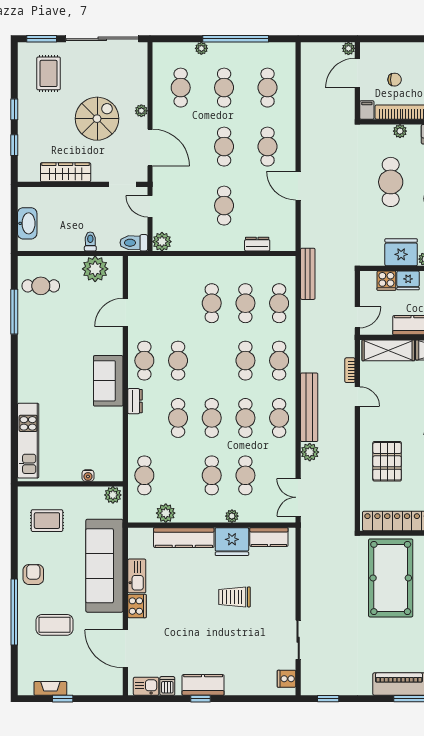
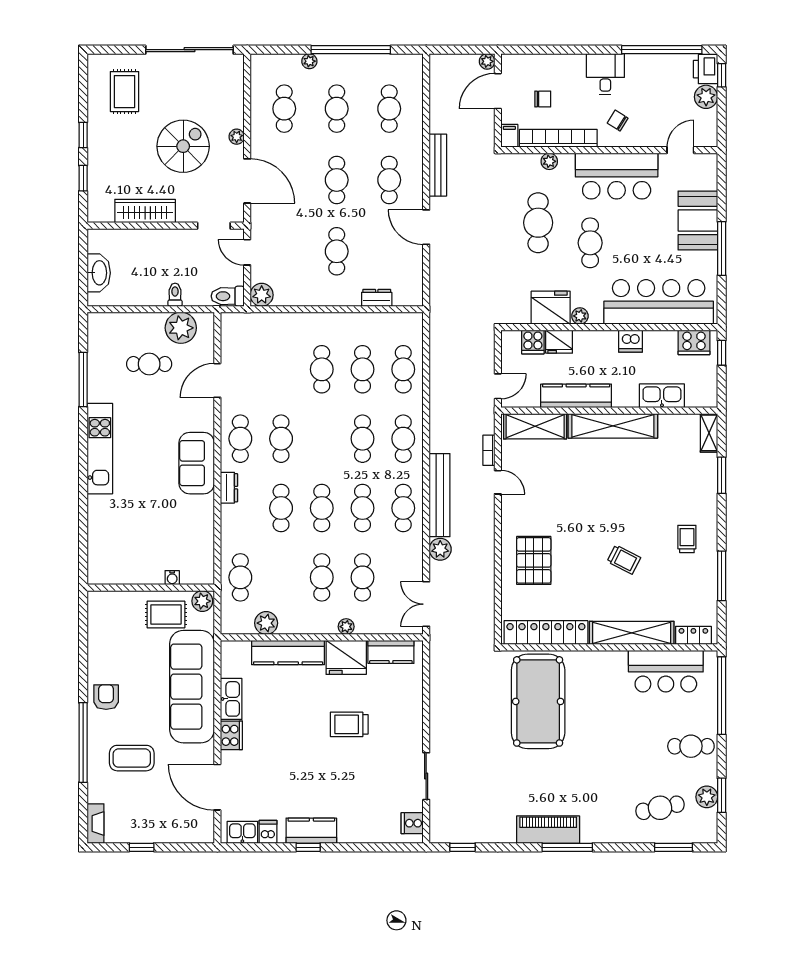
window: (42, 39) -> (116, 50), removed
bench: (308, 274) -> (438, 165), moved
cafe table: (41, 286) -> (149, 364), moved
kitchen unit: (28, 441) -> (100, 449), moved
rug: (47, 521) -> (166, 615), moved
fireplace: (50, 688) -> (96, 824), moved, turned 90

